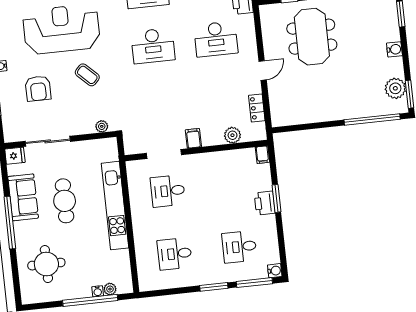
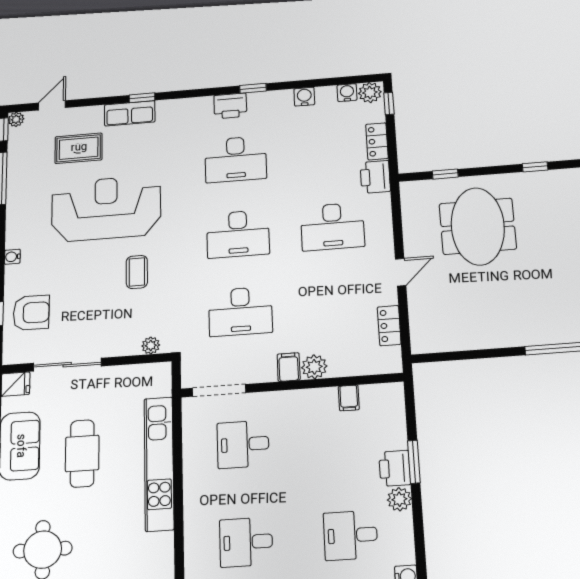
coffee table: (87, 75) -> (137, 272), turned 46
armchair: (38, 88) -> (31, 313), moved, turned -89
desk: (159, 101) -> (240, 311), added
plant: (232, 135) -> (314, 367), moved
doorway: (164, 154) -> (219, 390), moved
filing cabinet: (262, 155) -> (349, 398), moved
plant: (269, 223) -> (399, 499), added

